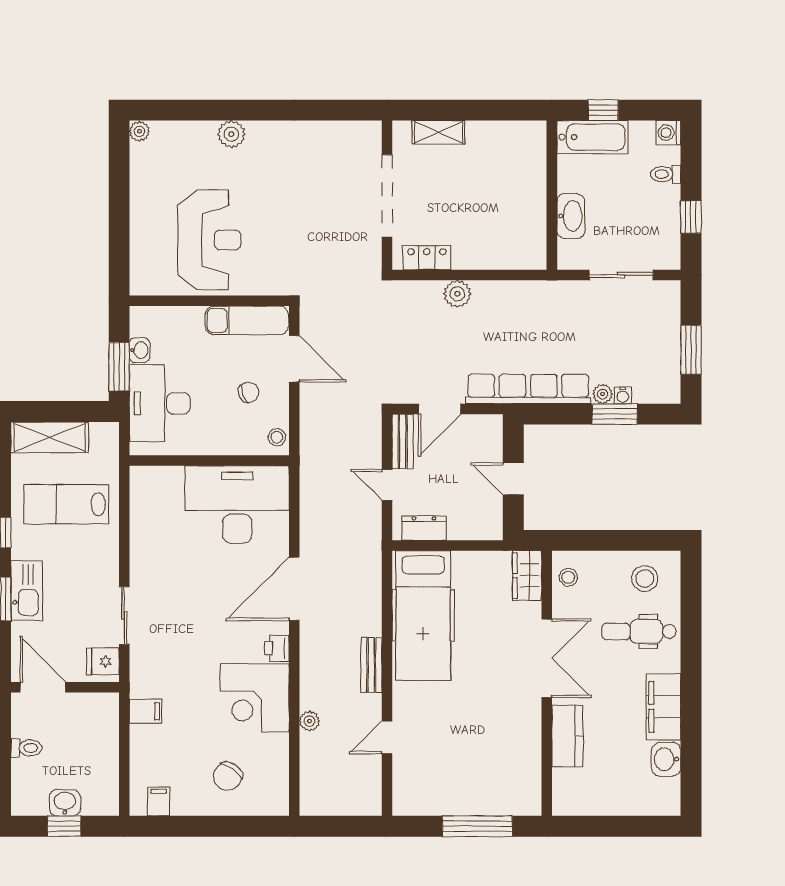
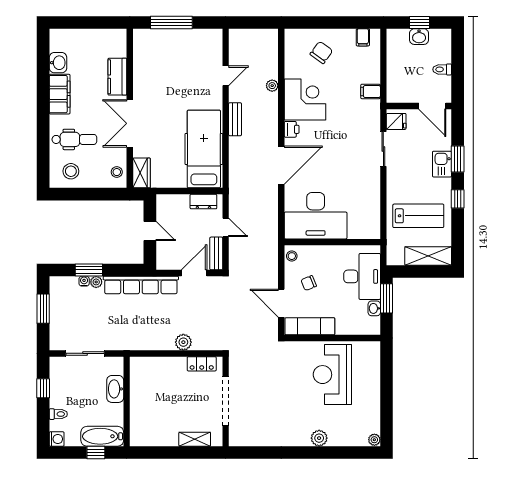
kitchen sink: (27, 590) -> (442, 164), width x0.73

